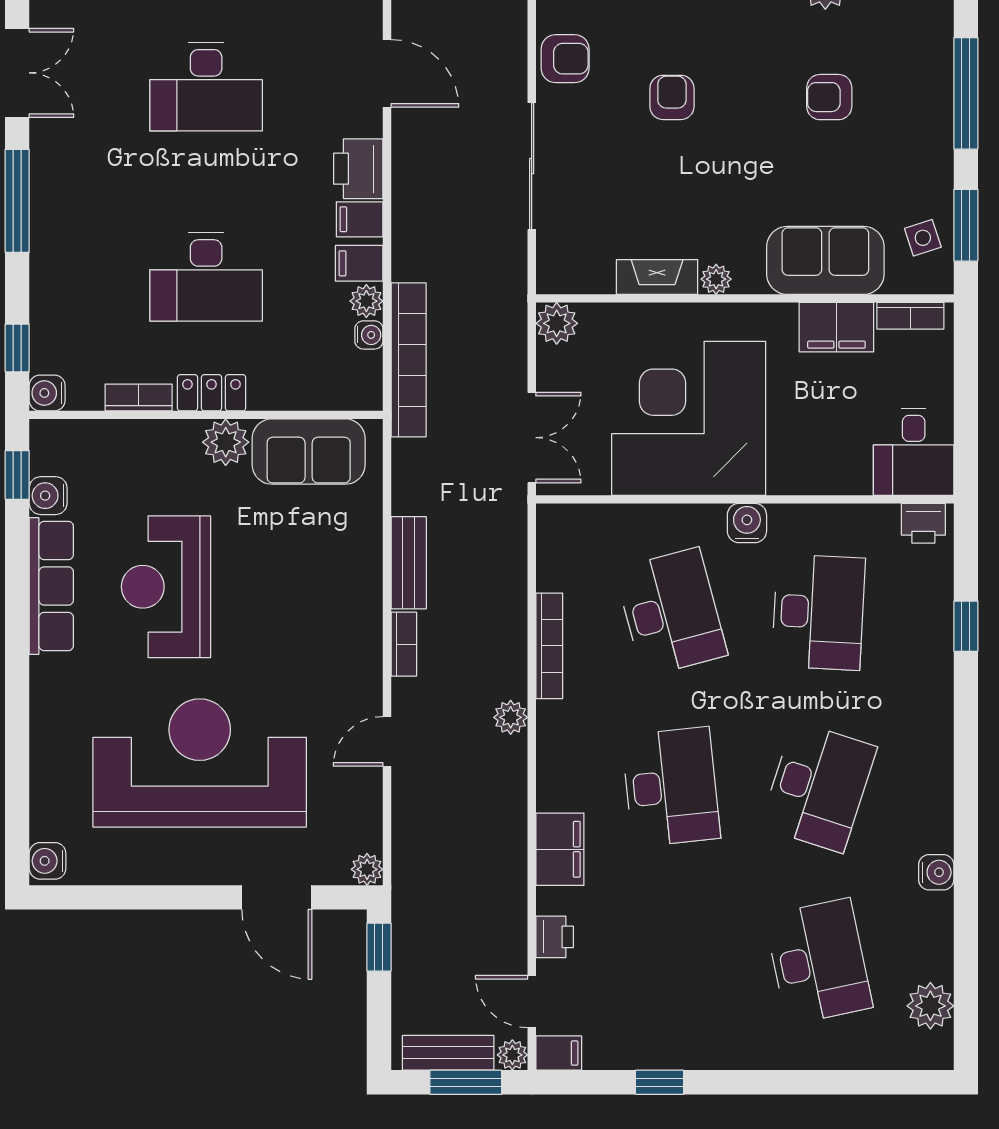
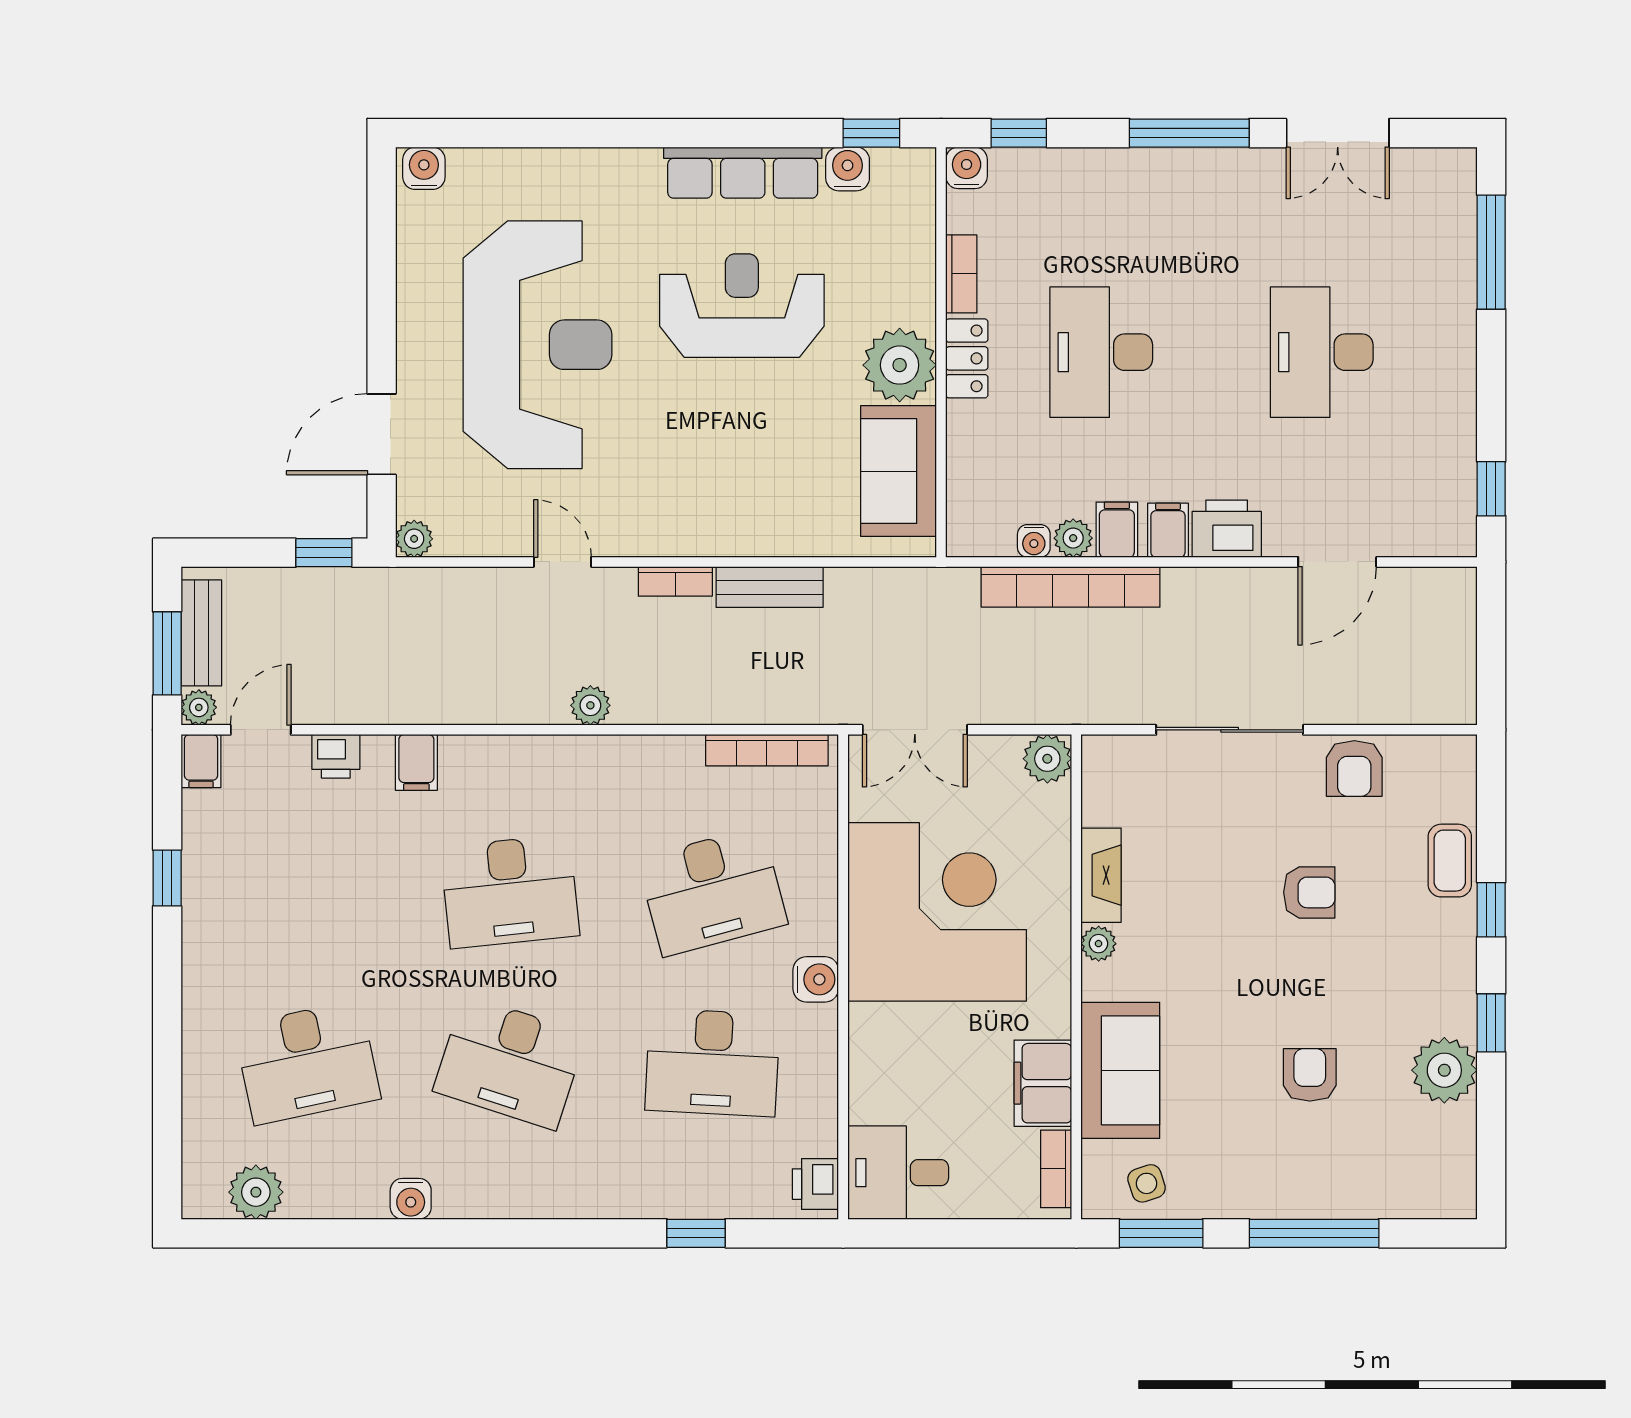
bookcase: (409, 360) -> (1071, 587), moved
plant: (226, 442) -> (900, 365), width x1.36, depth x1.36
bookcase: (549, 646) -> (767, 750), moved
filing cabinet: (560, 849) -> (416, 762), width x0.50

